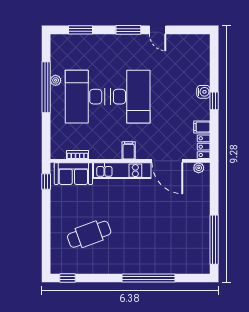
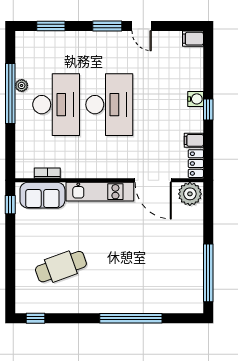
desk: (85, 97) -> (56, 105), turned 180
filing cabinet: (129, 150) -> (193, 39), moved, turned -90
plant: (199, 168) -> (190, 194), width x1.88, depth x1.88

